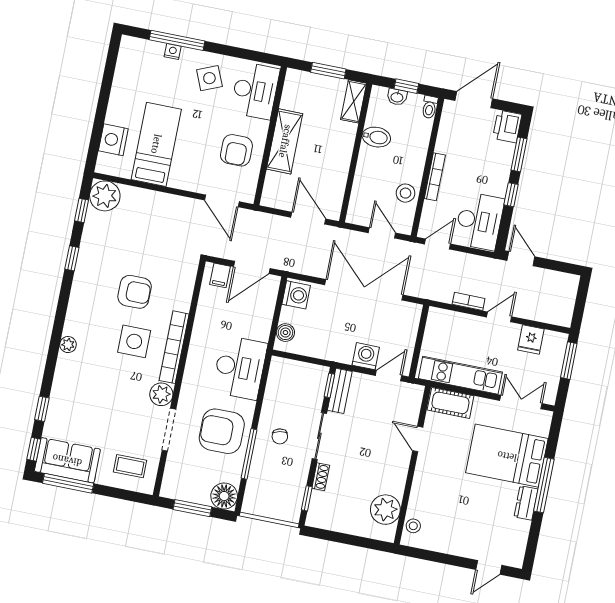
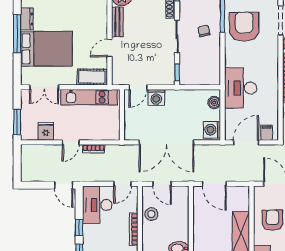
desk: (240, 368) -> (241, 88), moved
bench: (340, 391) -> (117, 22), moved
armchair: (222, 431) -> (244, 27), turned -91
door: (418, 439) -> (109, 48), swing flipped

